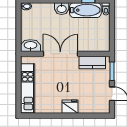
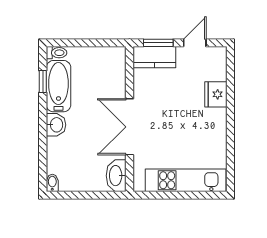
kitchen counter: (92, 62) -> (154, 57), moved, turned 90
fridge: (70, 107) -> (216, 94), moved

